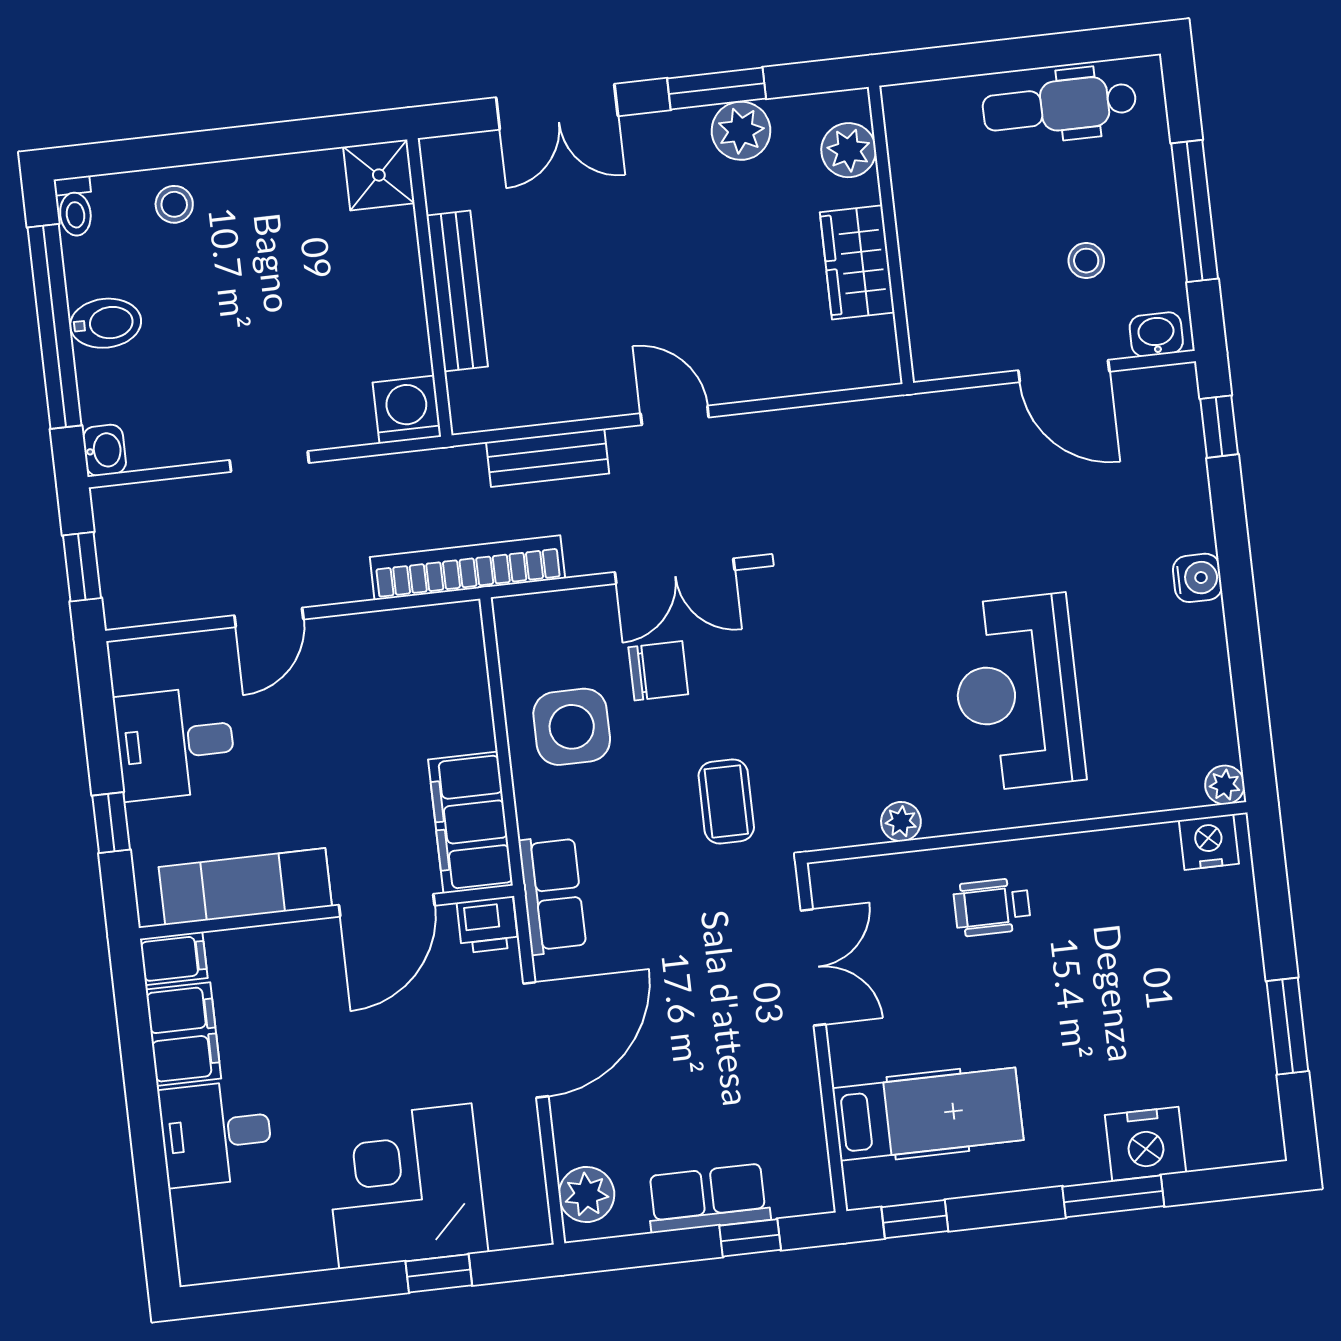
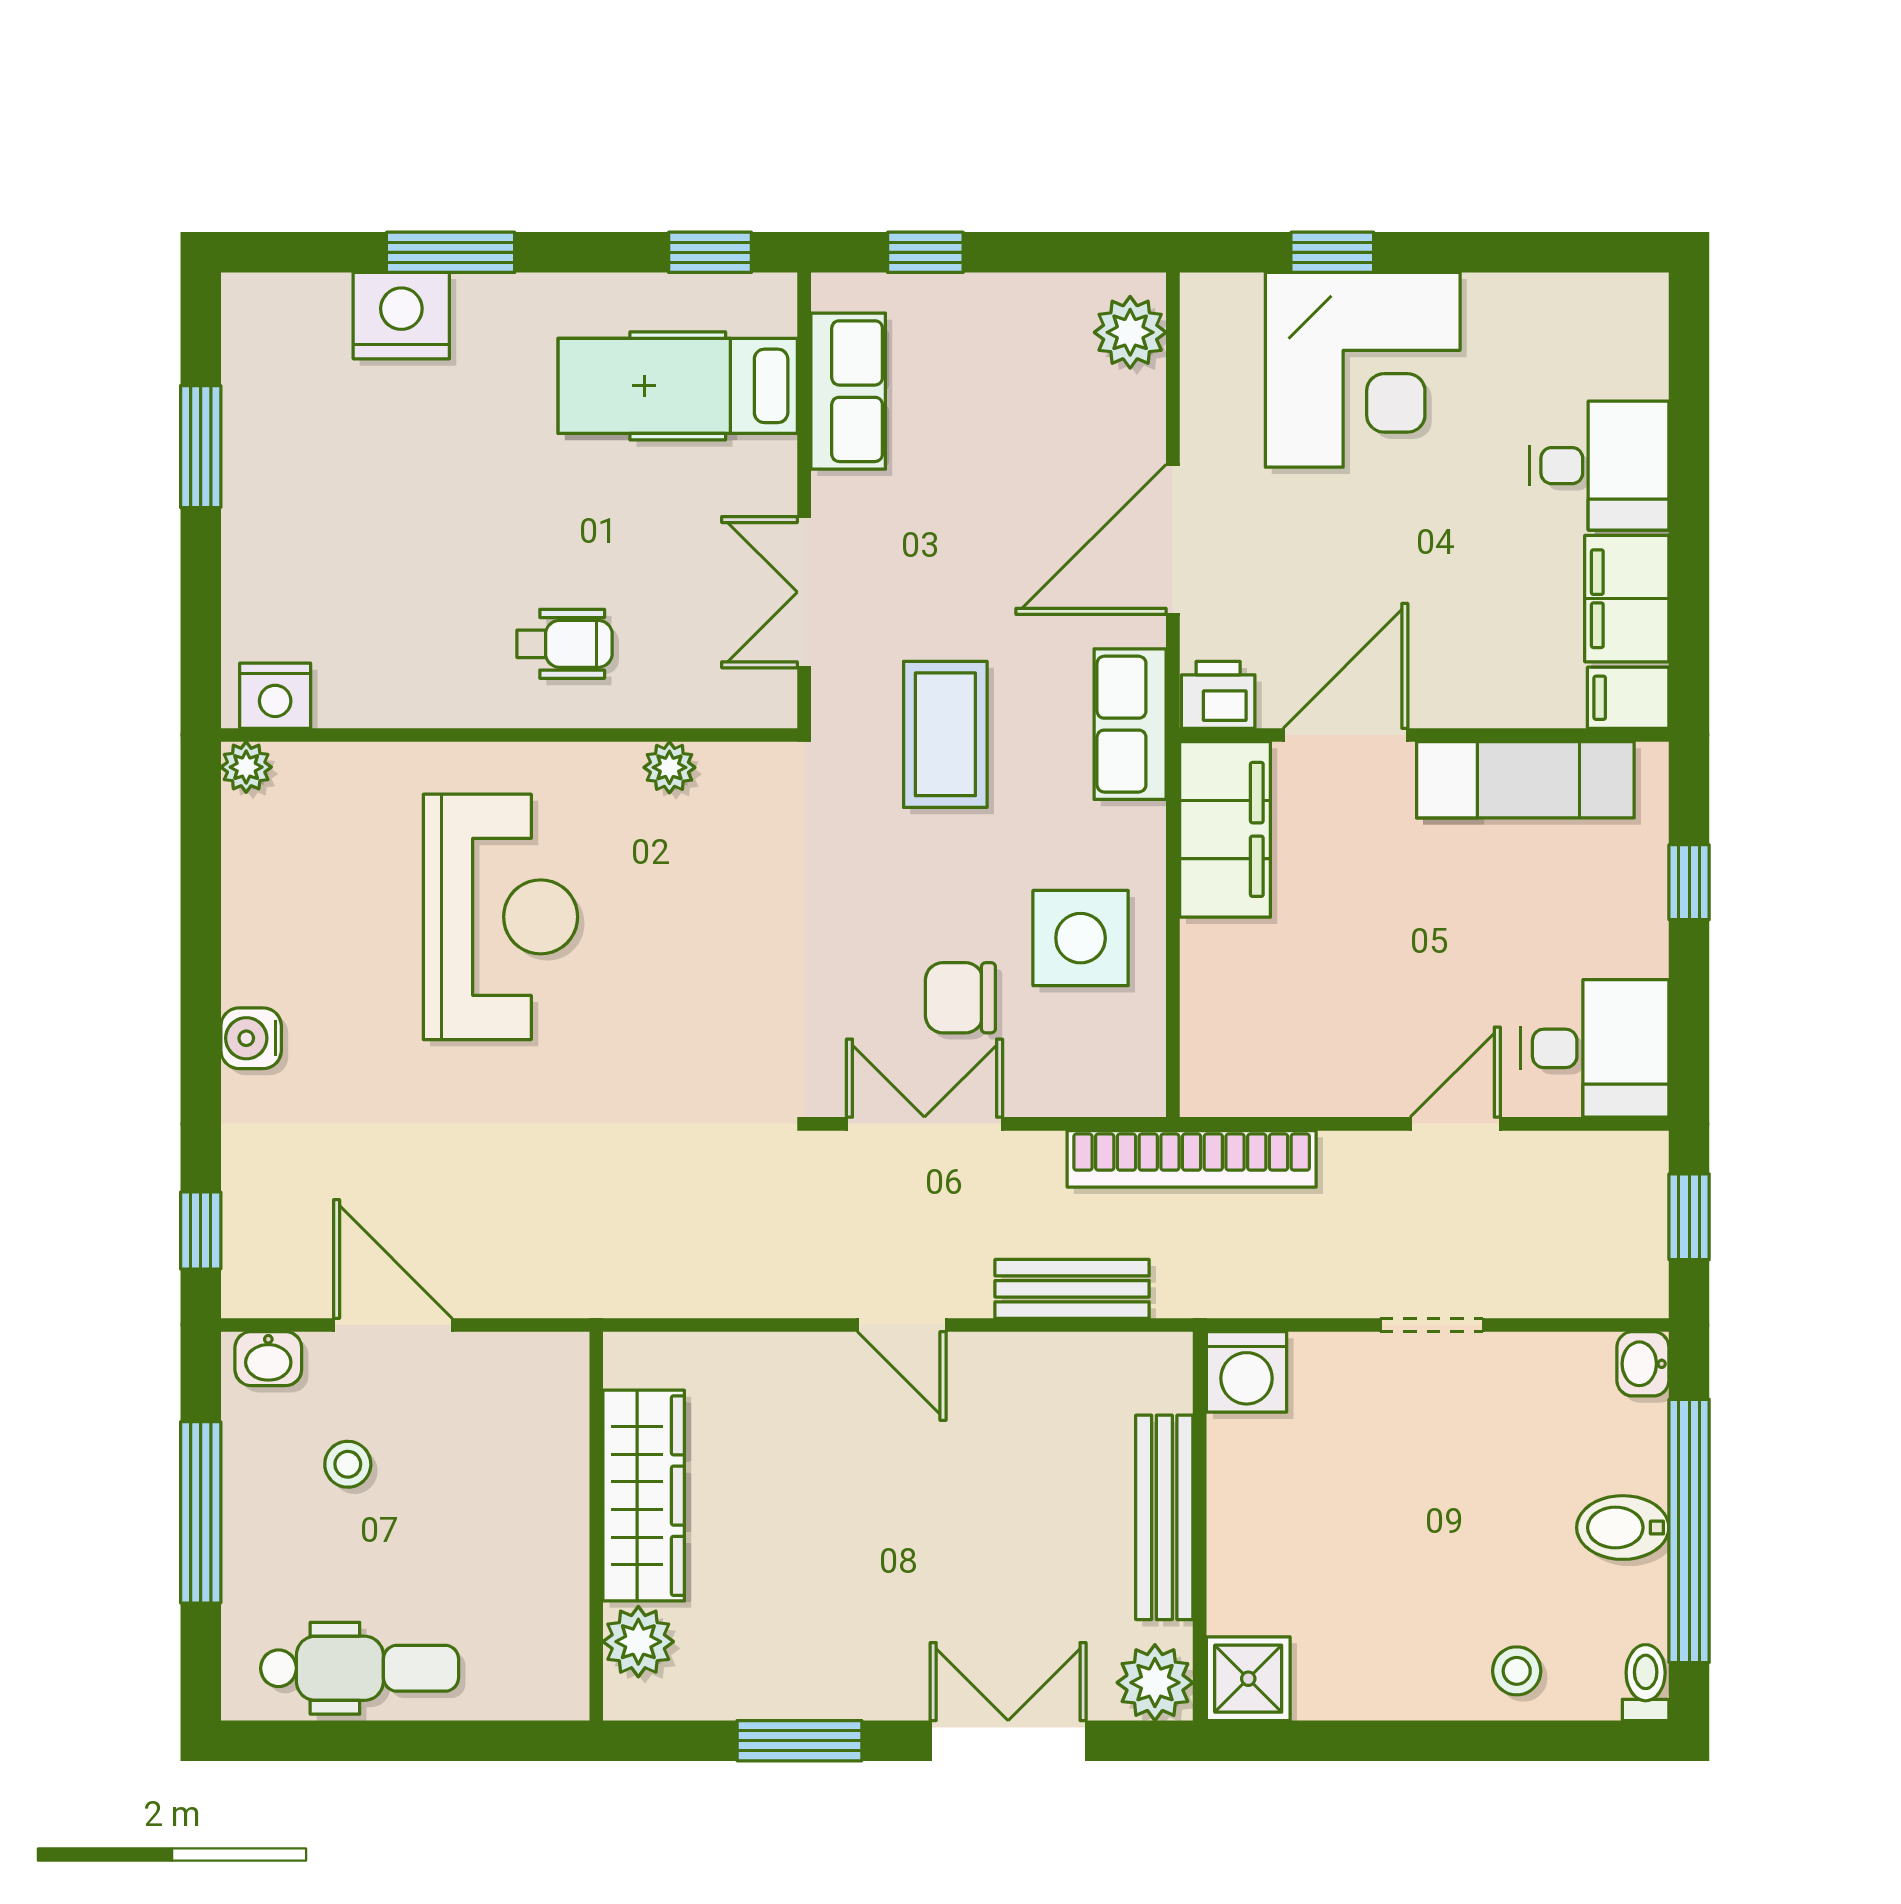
plant: (741, 131) -> (1155, 1683), moved
wardrobe: (857, 262) -> (644, 1496), width x1.50
desk: (175, 743) -> (1595, 1048), moved
coffee table: (726, 801) -> (945, 734), moved, width x1.36, depth x1.30
row of seats: (708, 1198) -> (848, 391), moved, turned -90

